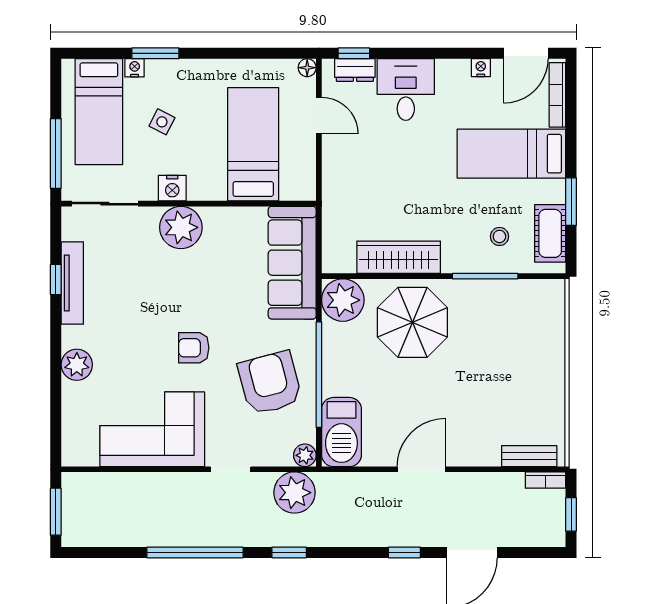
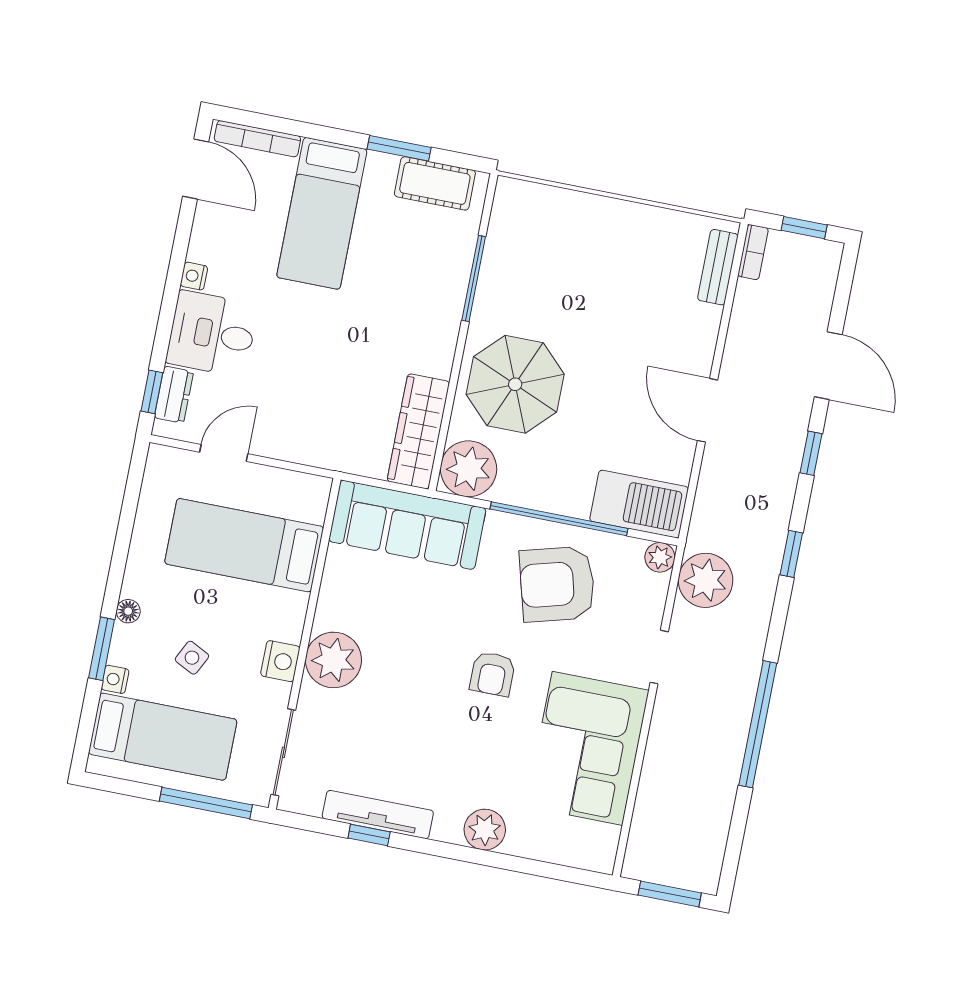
floor lamp: (307, 68) -> (128, 611), moved
nightstand: (481, 68) -> (194, 276), moved
stool: (499, 236) -> (426, 250), removed
wardrobe: (399, 257) -> (418, 431), moved
window: (289, 552) -> (791, 554), moved

